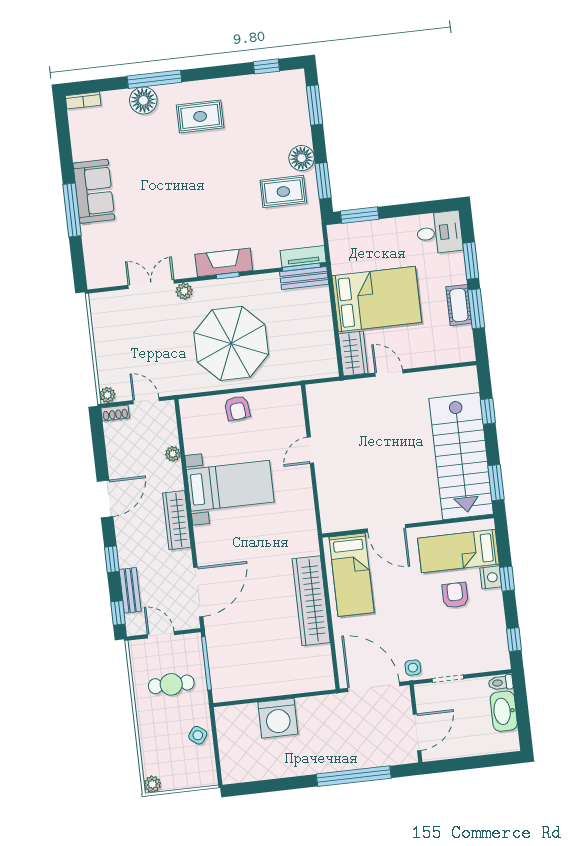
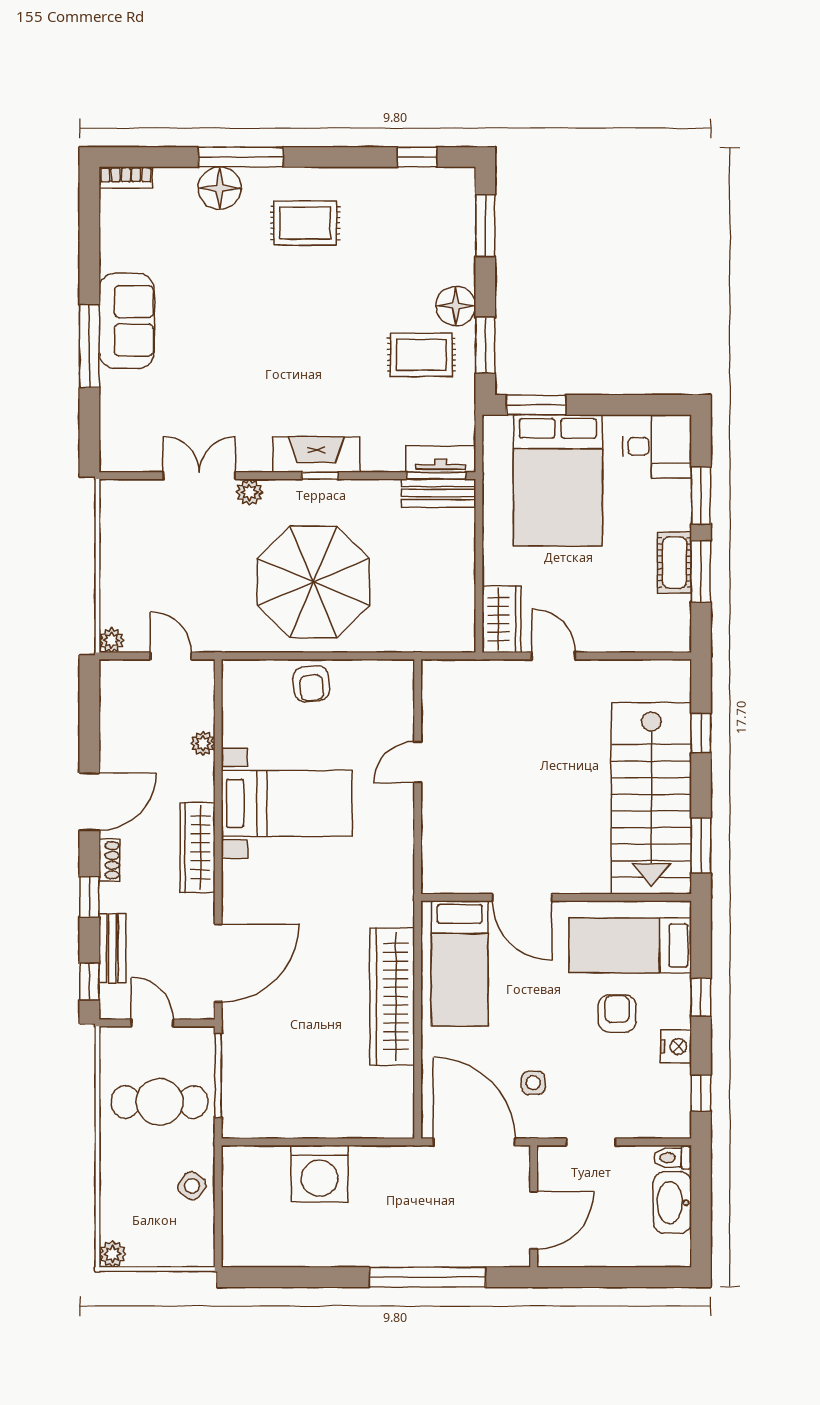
bed: (377, 299) -> (558, 480), moved, turned 90
shoe rack: (115, 413) -> (109, 860), moved, turned -90
nightstand: (491, 577) -> (676, 1046), moved
side table: (413, 668) -> (533, 1083), moved
cafe table: (171, 684) -> (159, 1102), width x1.37, depth x1.35

